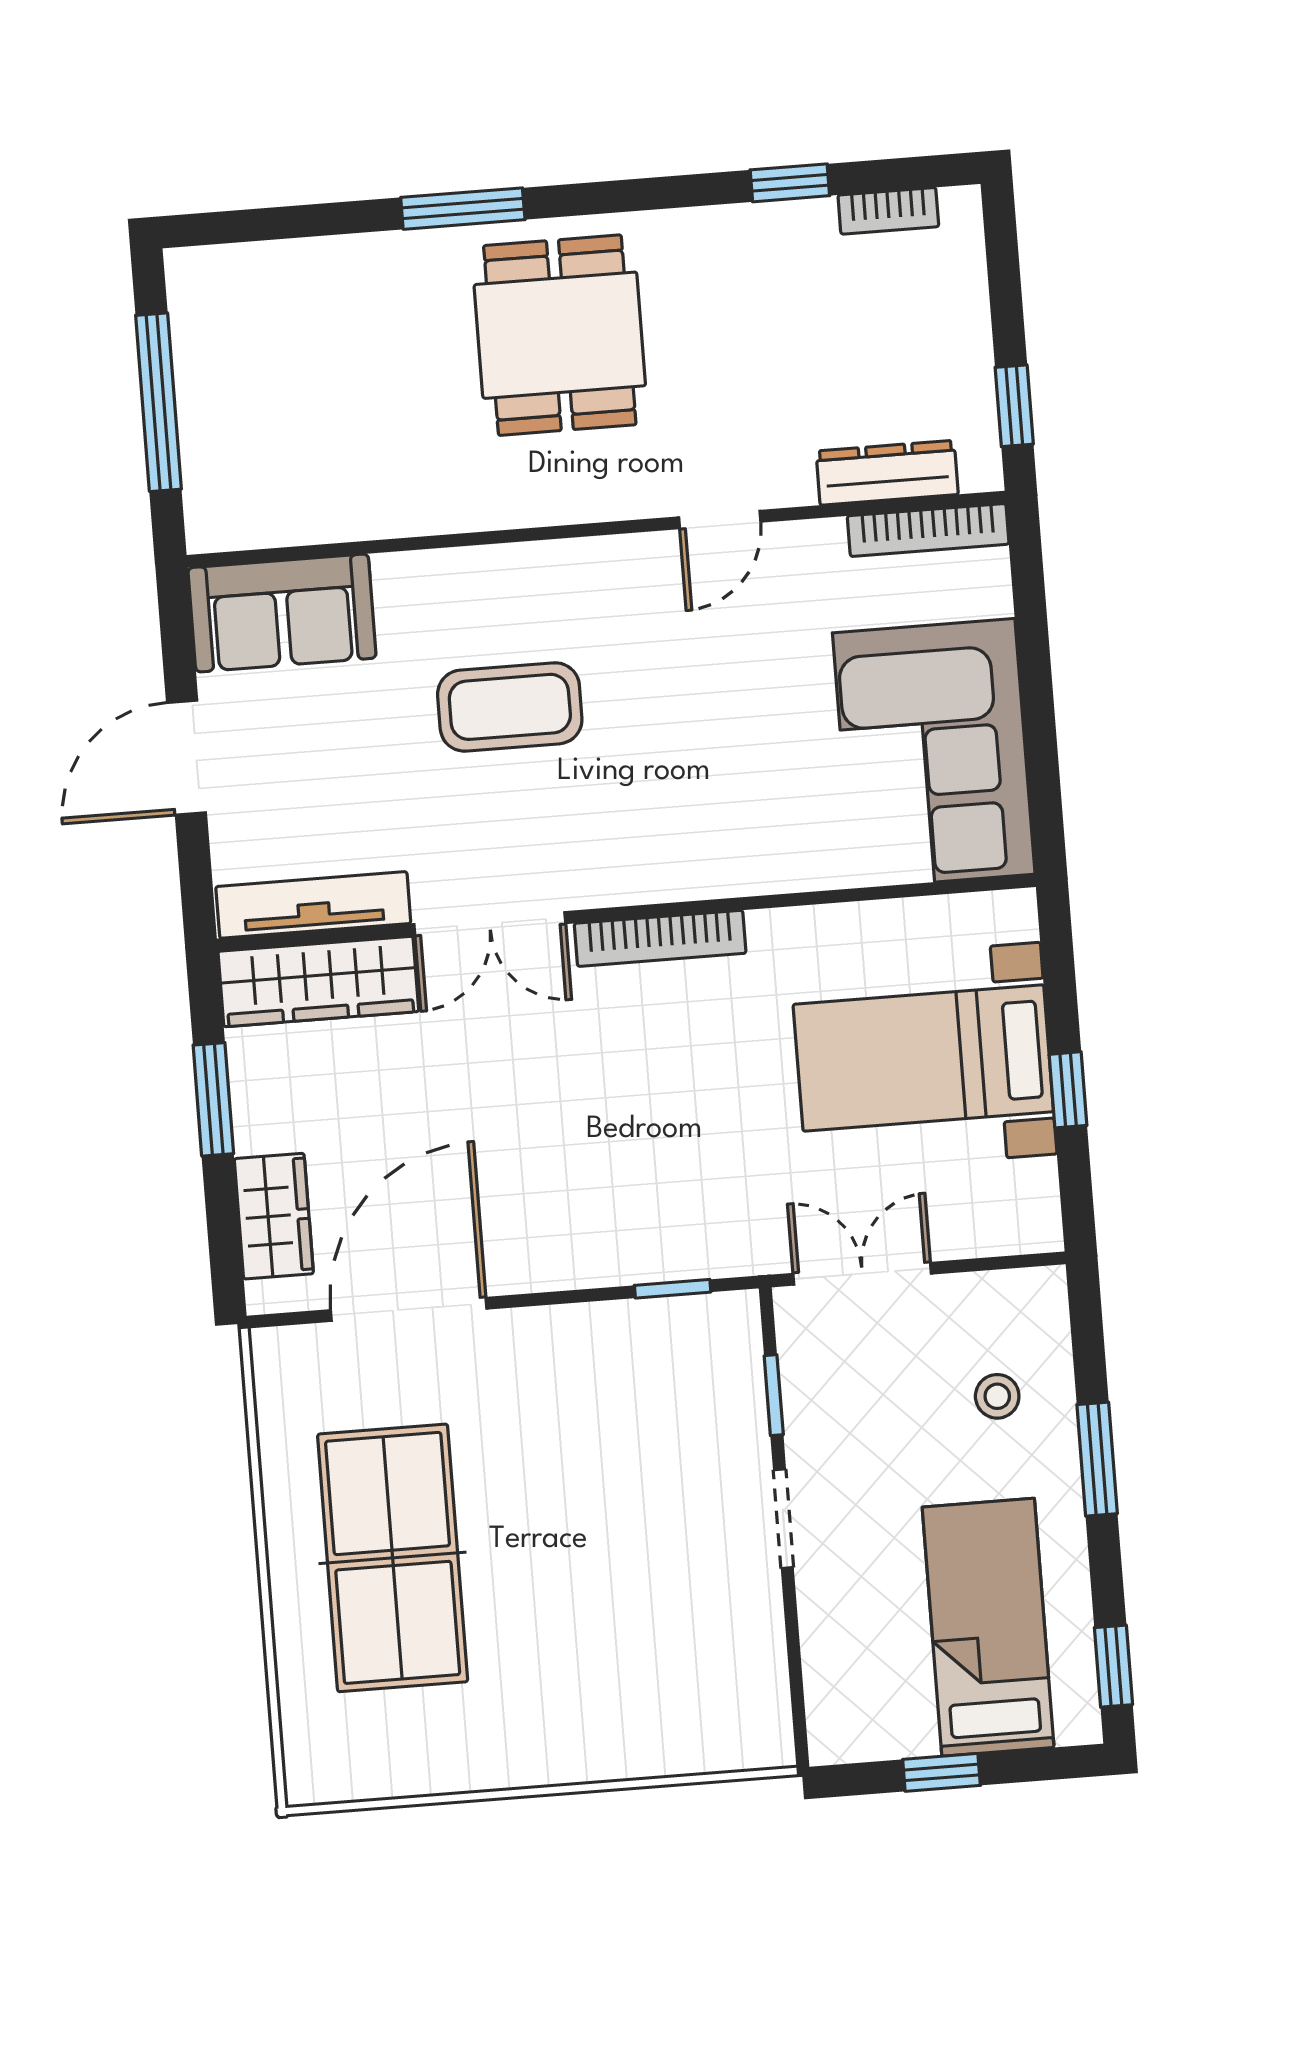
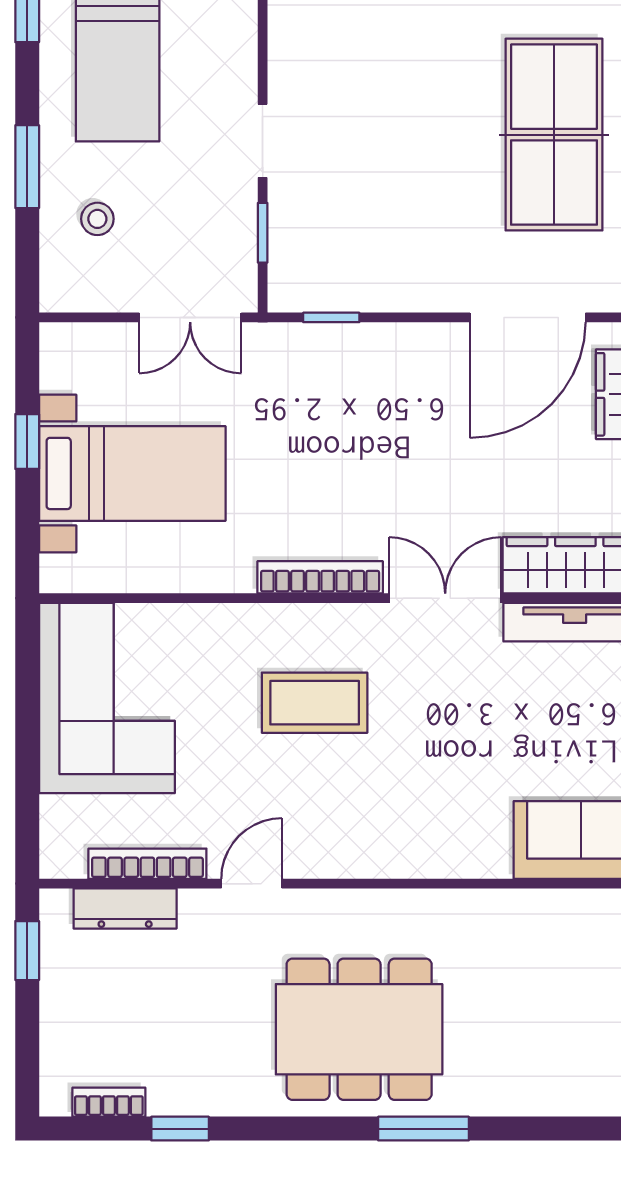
dining table: (560, 335) -> (359, 1029), width x1.38
bookcase: (928, 530) -> (147, 864), moved
coffee table: (510, 707) -> (315, 703), moved

